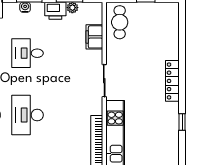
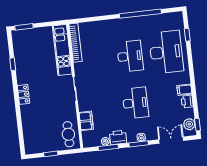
desk: (28, 53) -> (135, 103), width x1.37
locker: (172, 81) -> (23, 94), width x0.66

